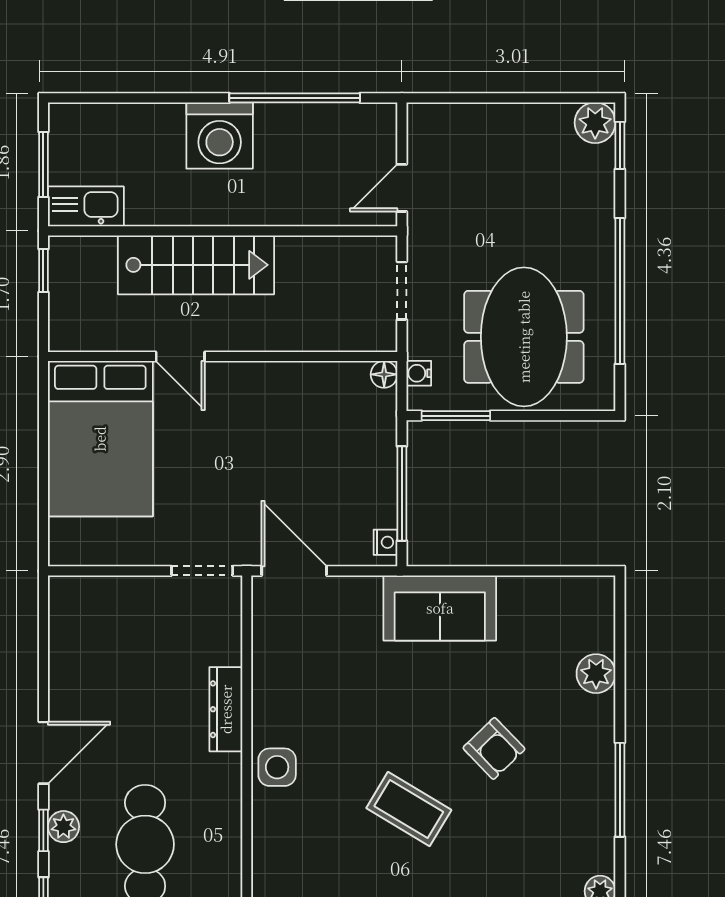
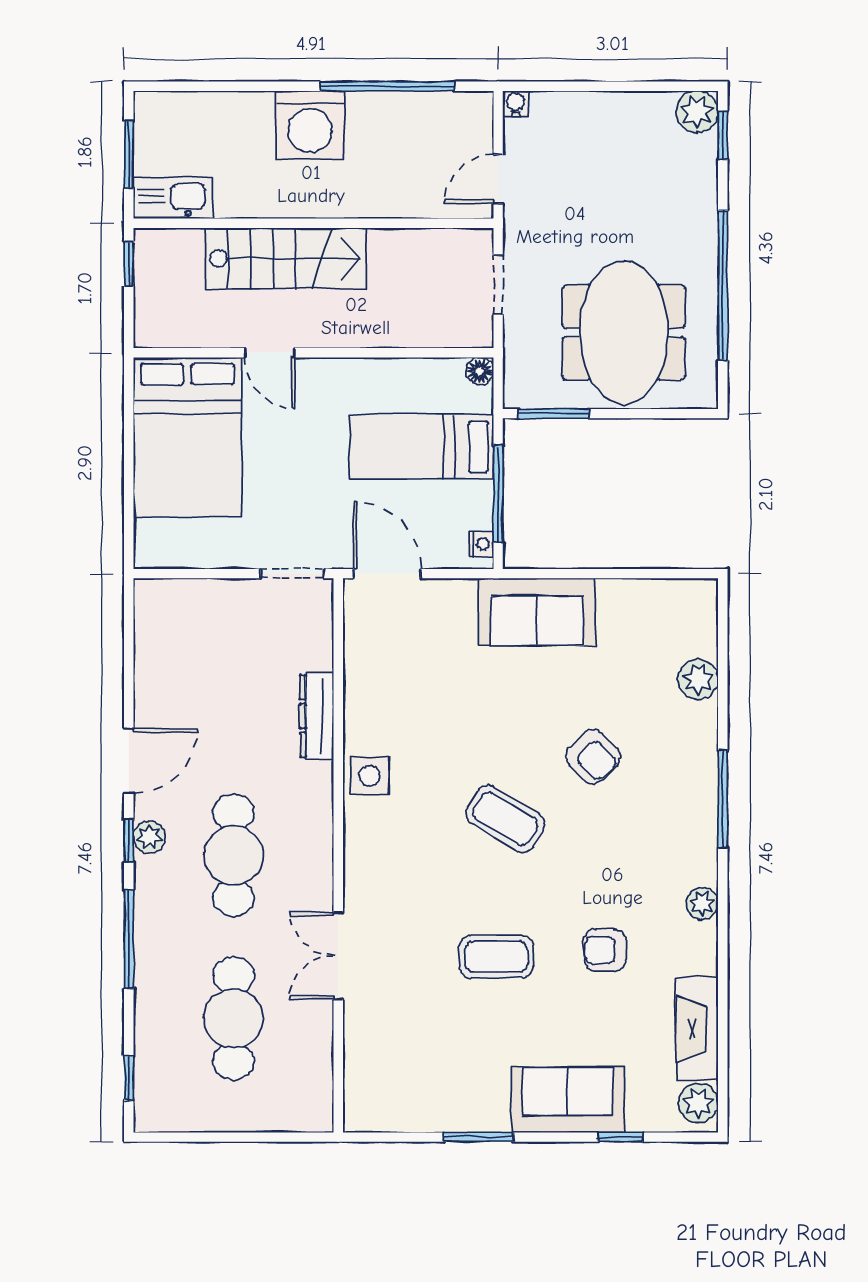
water cooler: (419, 373) -> (515, 104), moved, turned 90
bed: (328, 448) -> (422, 447), added

